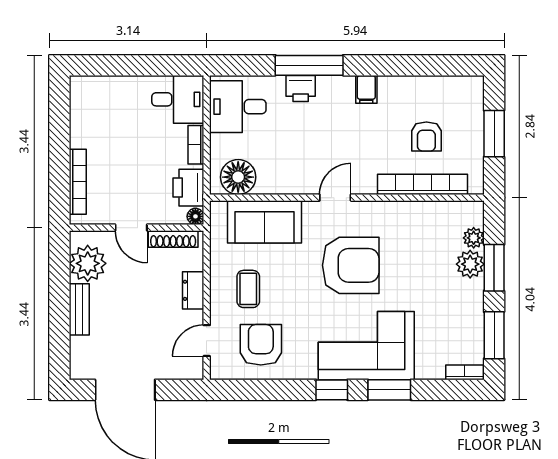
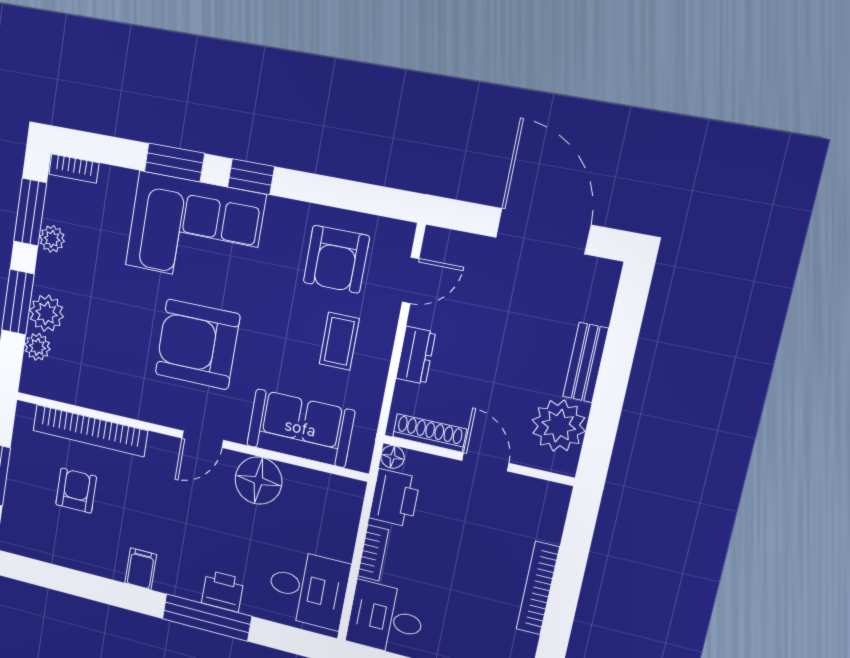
floor lamp: (238, 177) -> (258, 481), moved
bookcase: (78, 182) -> (538, 588), moved
plant: (474, 319) -> (52, 239), added

